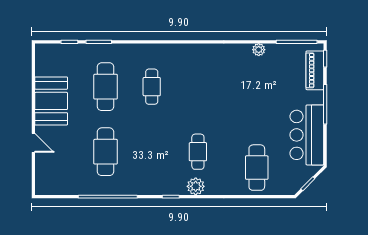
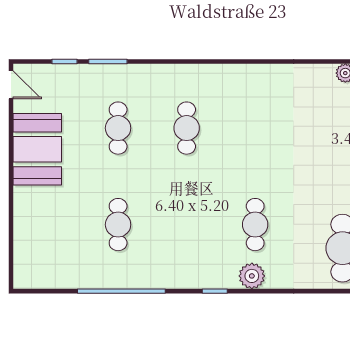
cafe table: (106, 87) -> (118, 128), width x0.73, depth x0.74
door: (33, 143) -> (11, 85), moved
cafe table: (106, 152) -> (118, 225), width x0.73, depth x0.74

